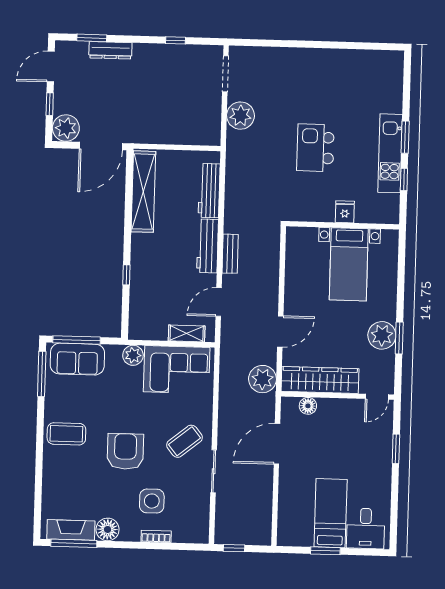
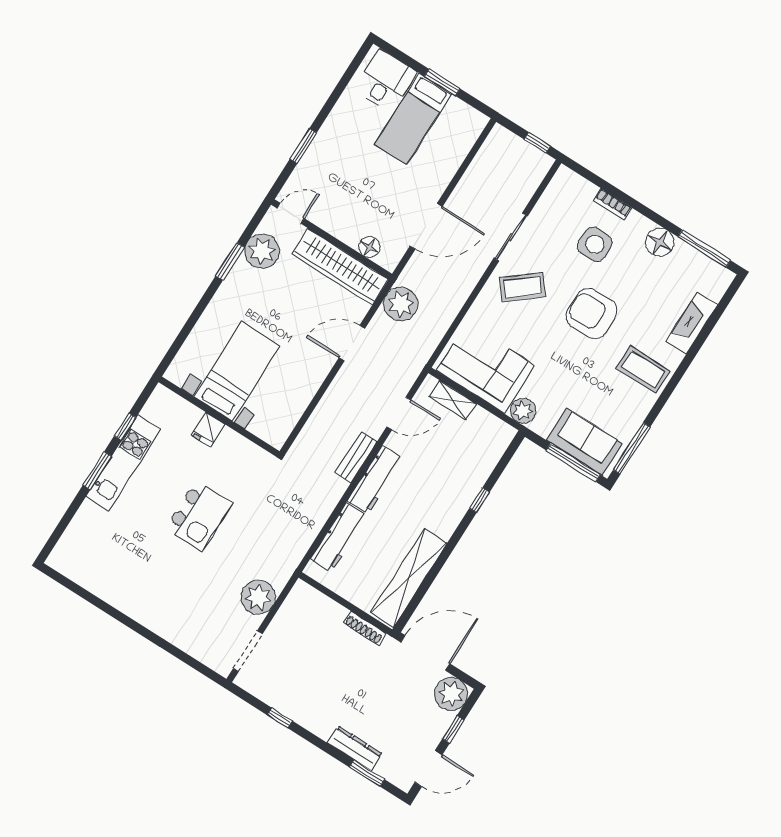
shoe rack: (153, 138) -> (365, 628), added
plant: (382, 335) -> (262, 251), moved
armchair: (125, 451) -> (592, 314), turned 90
fireplace: (71, 530) -> (692, 323), moved, turned 90

